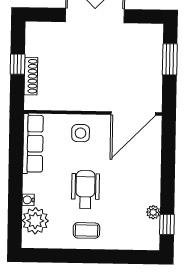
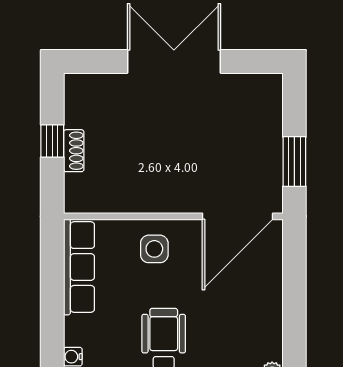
window: (170, 59) -> (294, 162), moved
shoe rack: (31, 76) -> (74, 151), width x0.70

